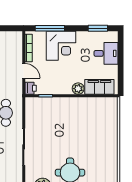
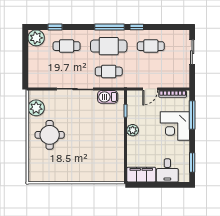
filing cabinet: (99, 87) -> (141, 175), moved, turned -90
printer: (31, 88) -> (133, 96), removed
plant: (78, 89) -> (133, 130), moved
barbecue: (32, 114) -> (108, 97), added

